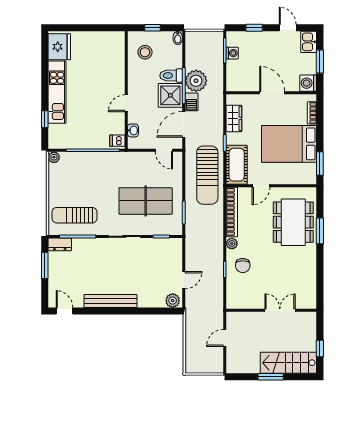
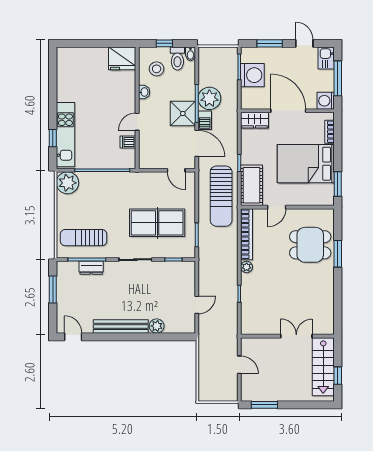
window: (254, 28) -> (270, 43), width x1.50
fridge: (59, 47) -> (122, 58), moved, turned 90
washing machine: (232, 53) -> (252, 75), width x1.89, depth x1.89
window: (320, 61) -> (338, 78), width x1.44
toilet: (171, 76) -> (177, 59), moved, turned -90
kitchen unit: (57, 92) -> (65, 135), moved
door: (272, 93) -> (288, 111), width x1.36
wardrobe: (234, 118) -> (255, 120), moved, turned 90
door: (184, 124) -> (197, 143), swing flipped
washbasin: (133, 130) -> (144, 92), moved
dishwasher: (117, 141) -> (128, 142), moved
plant: (54, 157) -> (67, 183), width x1.88, depth x1.88
dining table: (293, 222) -> (310, 245), width x0.73
dresser: (60, 244) -> (91, 268), moved
chair: (243, 265) -> (258, 290), removed
plant: (173, 301) -> (157, 326), moved
door: (225, 338) -> (239, 365), swing flipped
stairs: (288, 363) -> (323, 367), moved, turned -90
window: (271, 377) -> (264, 405), moved

